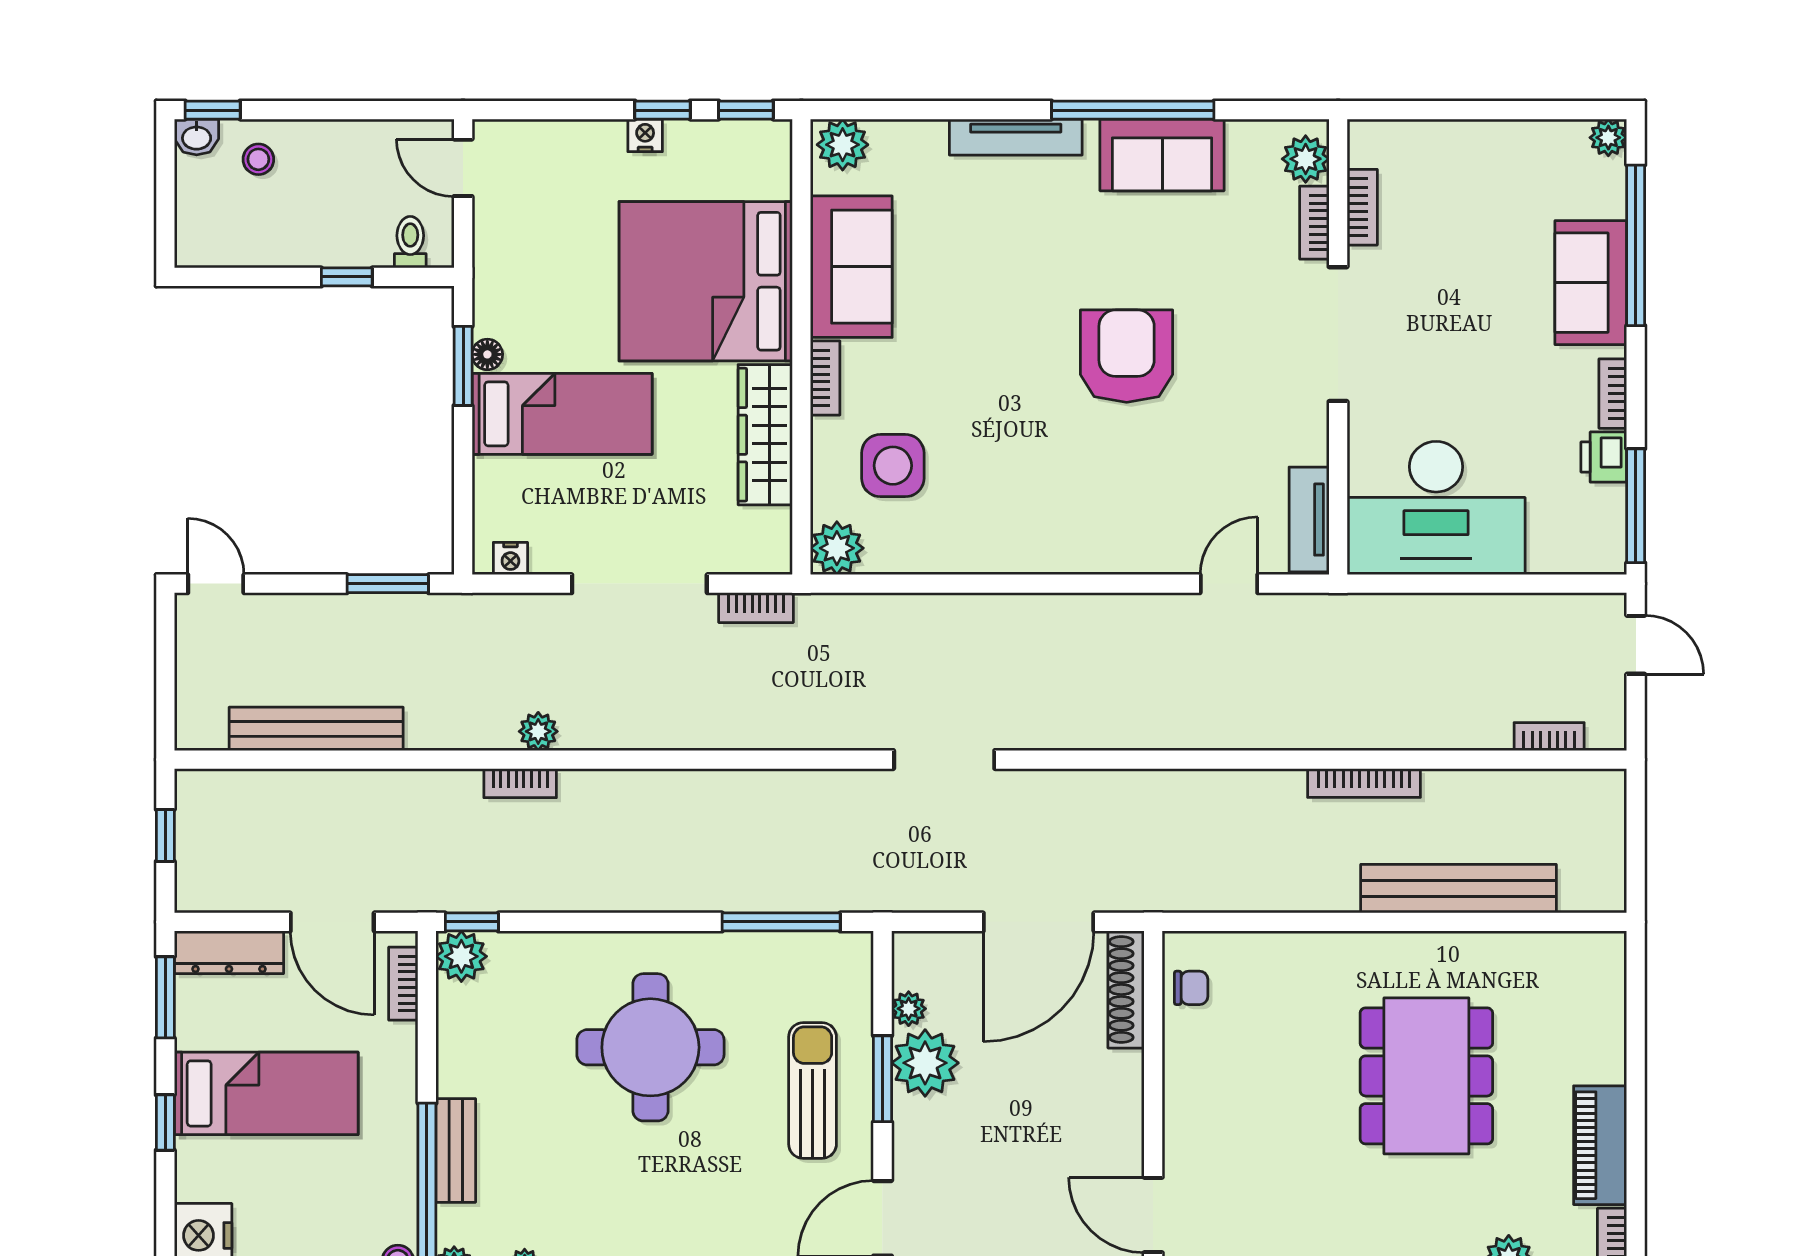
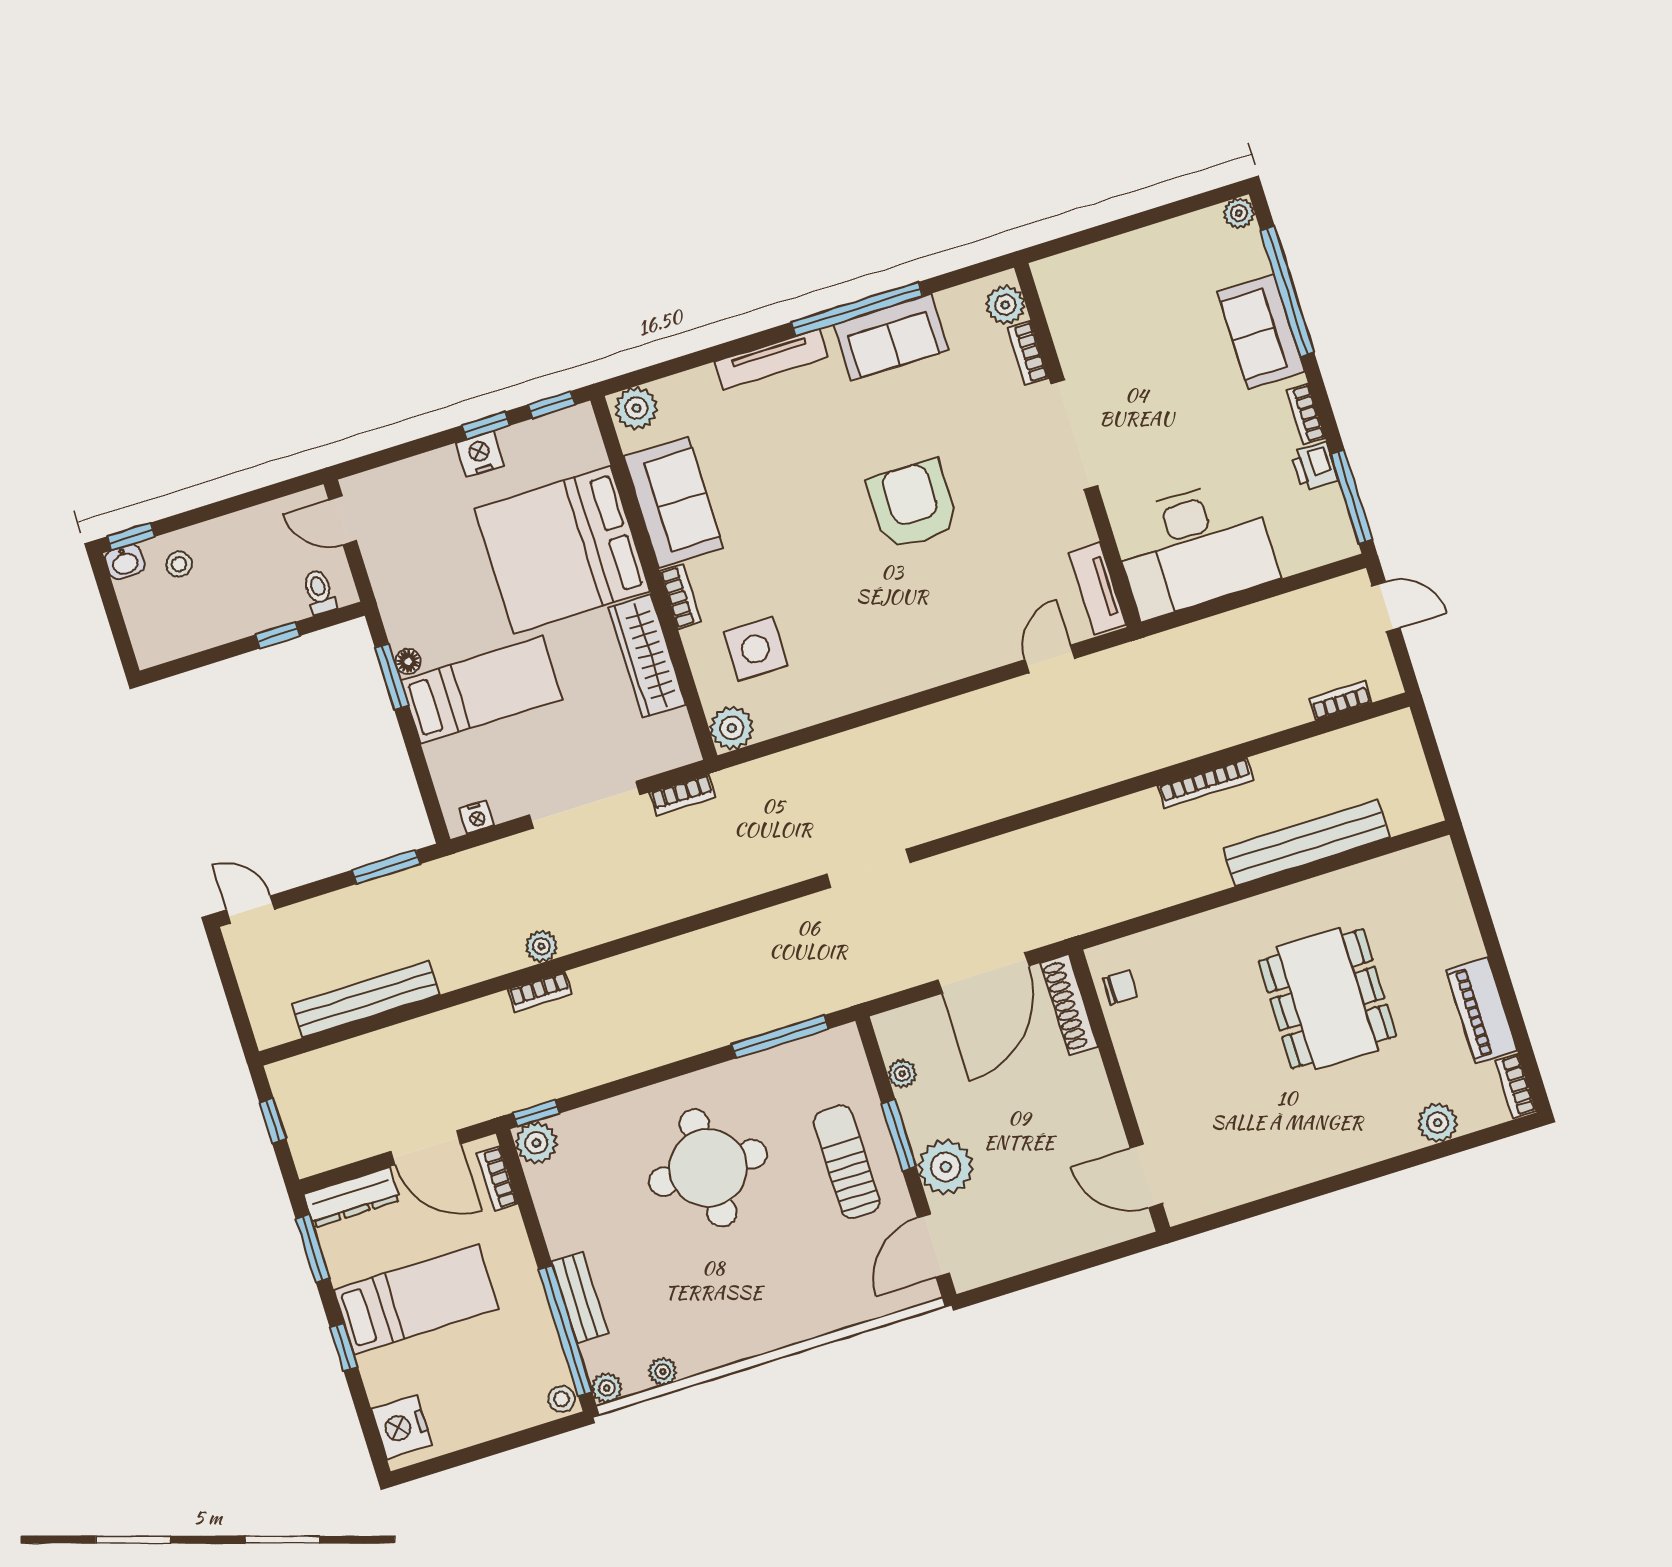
nightstand: (645, 135) -> (480, 454), width x1.39, depth x1.35
bookcase: (1362, 207) -> (1062, 329), removed
plant: (925, 1063) -> (946, 1167), moved

